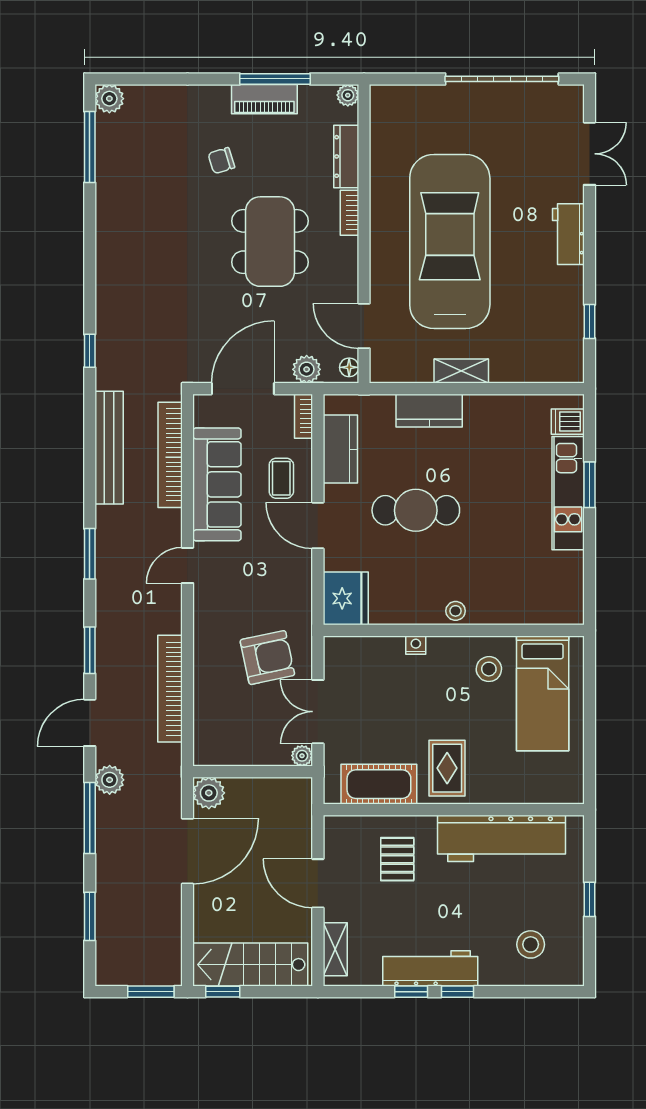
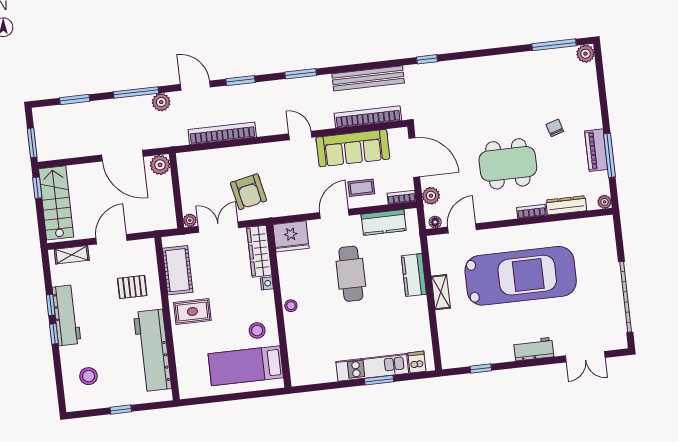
wardrobe: (364, 651) -> (259, 251), added

